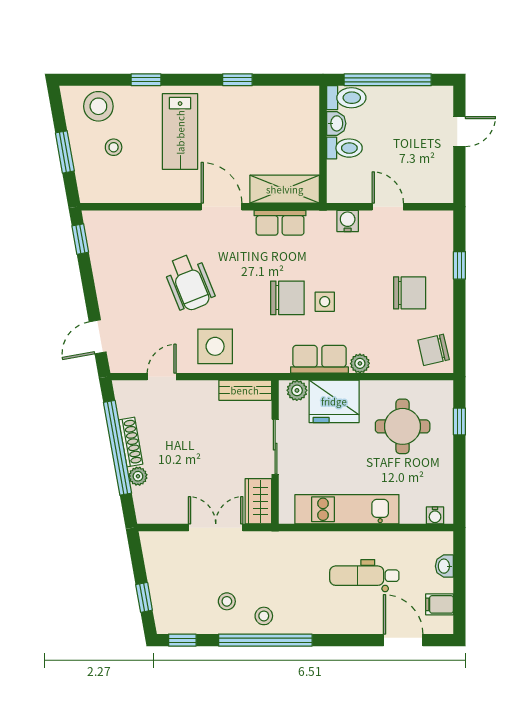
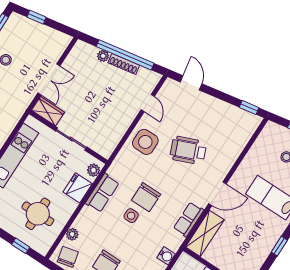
plant: (360, 363) -> (72, 234), moved
bench: (245, 390) -> (112, 143), removed
fridge: (334, 401) -> (78, 188), width x0.73, depth x0.75

